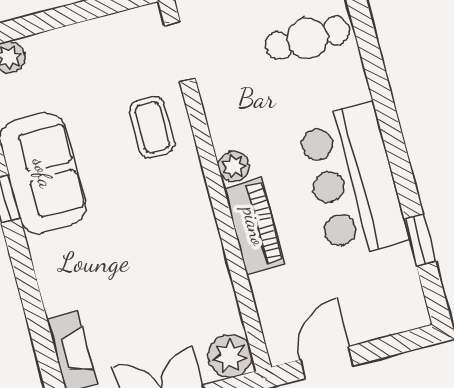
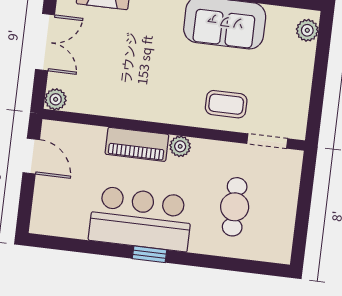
cafe table: (307, 38) -> (235, 207), moved
window: (420, 240) -> (150, 254), moved
plant: (230, 356) -> (56, 99), width x0.73, depth x0.73

